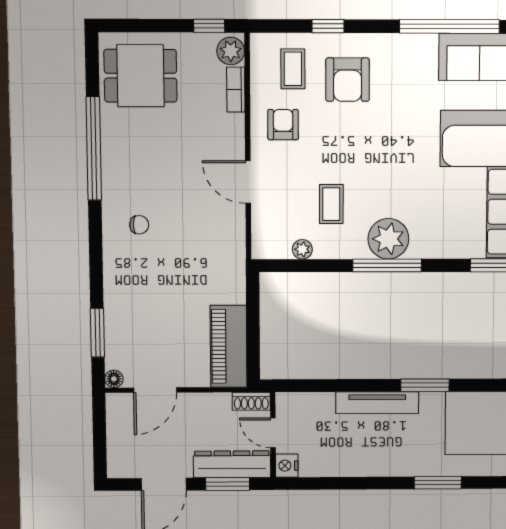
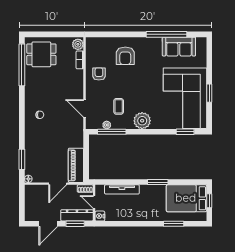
window: (209, 26) -> (69, 34), removed
window: (328, 26) -> (117, 34), removed
coffee table: (293, 69) -> (103, 51), removed
window: (94, 149) -> (22, 65), moved
door: (248, 182) -> (85, 108), moved
window: (387, 265) -> (112, 132), moved
door: (155, 390) -> (58, 184), moved
tv unit: (377, 403) -> (122, 189), moved
window: (438, 483) -> (174, 224), moved

